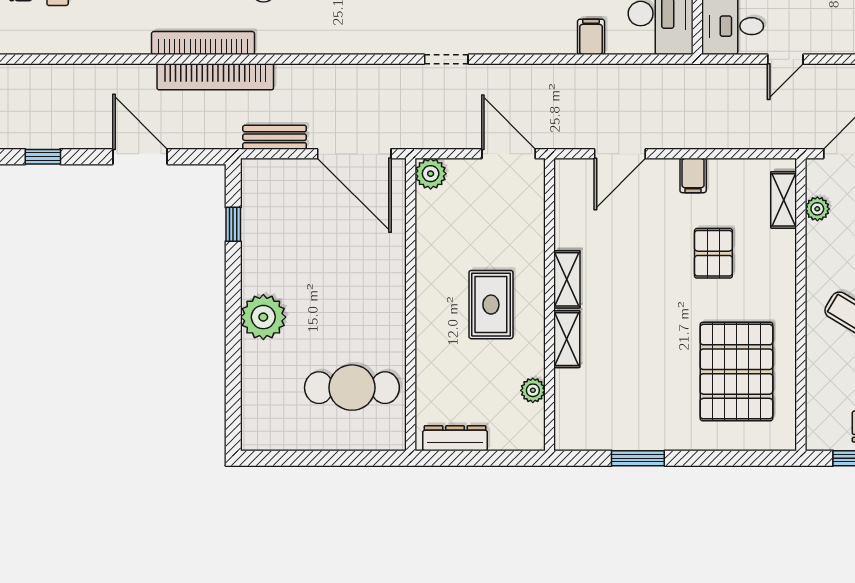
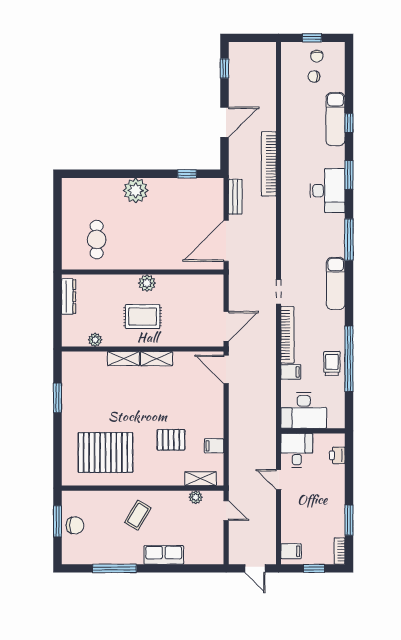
bookcase: (203, 43) -> (287, 335), moved
door: (620, 154) -> (226, 369), moved
plant: (431, 174) -> (147, 283), moved
filing cabinet: (693, 175) -> (214, 446), moved
cafe table: (352, 388) -> (97, 240), width x0.73, depth x0.74

